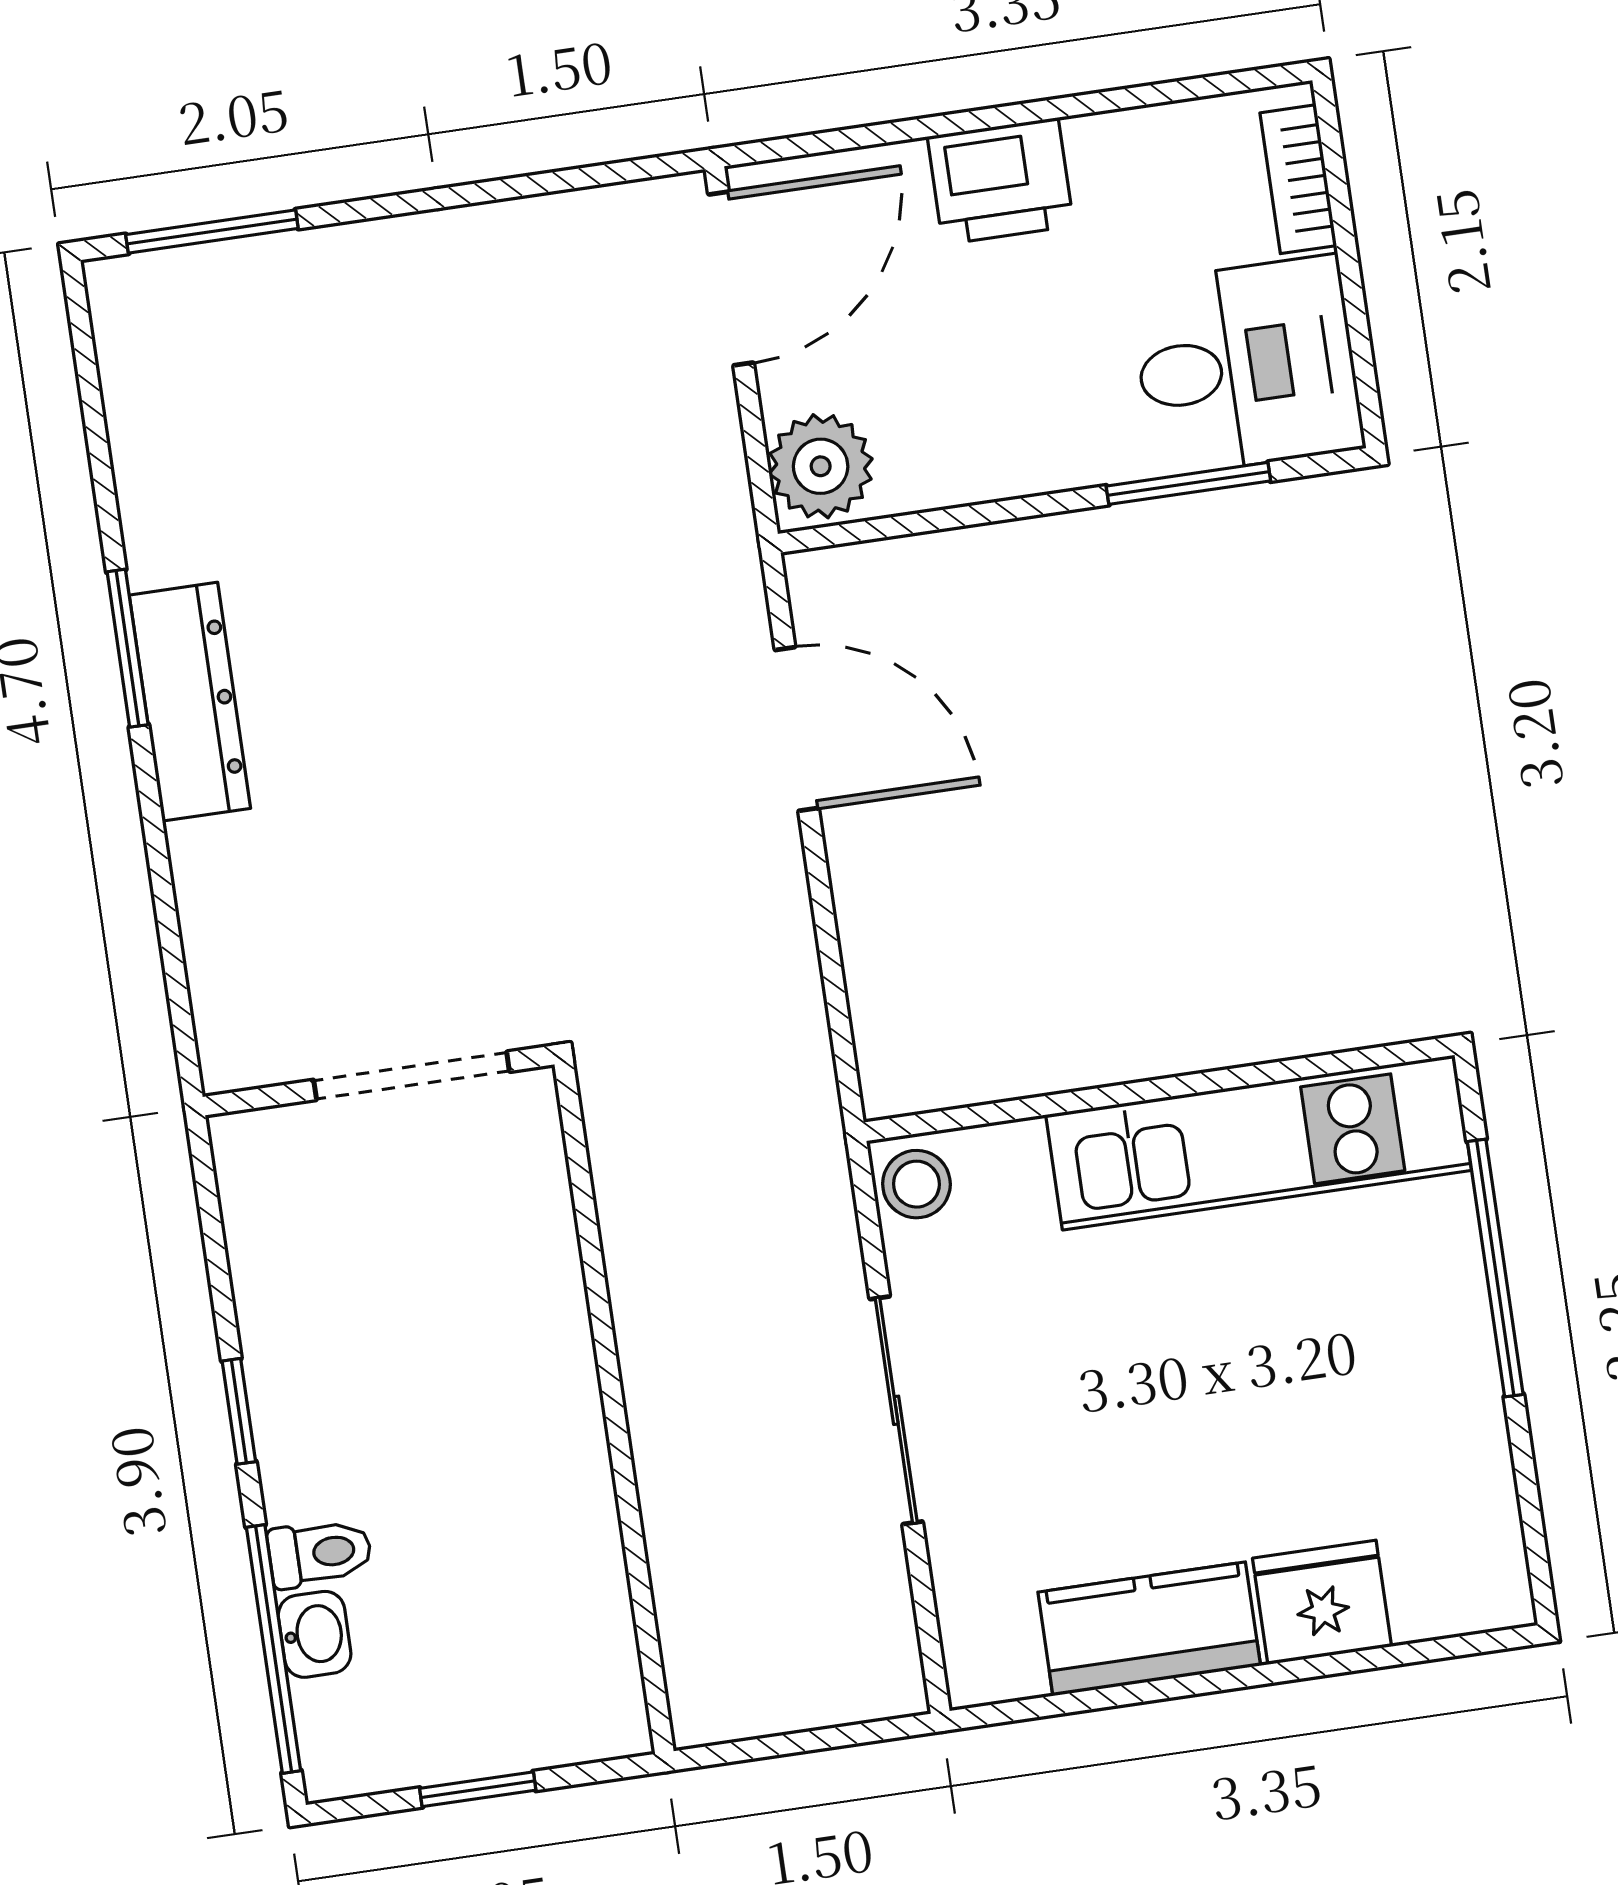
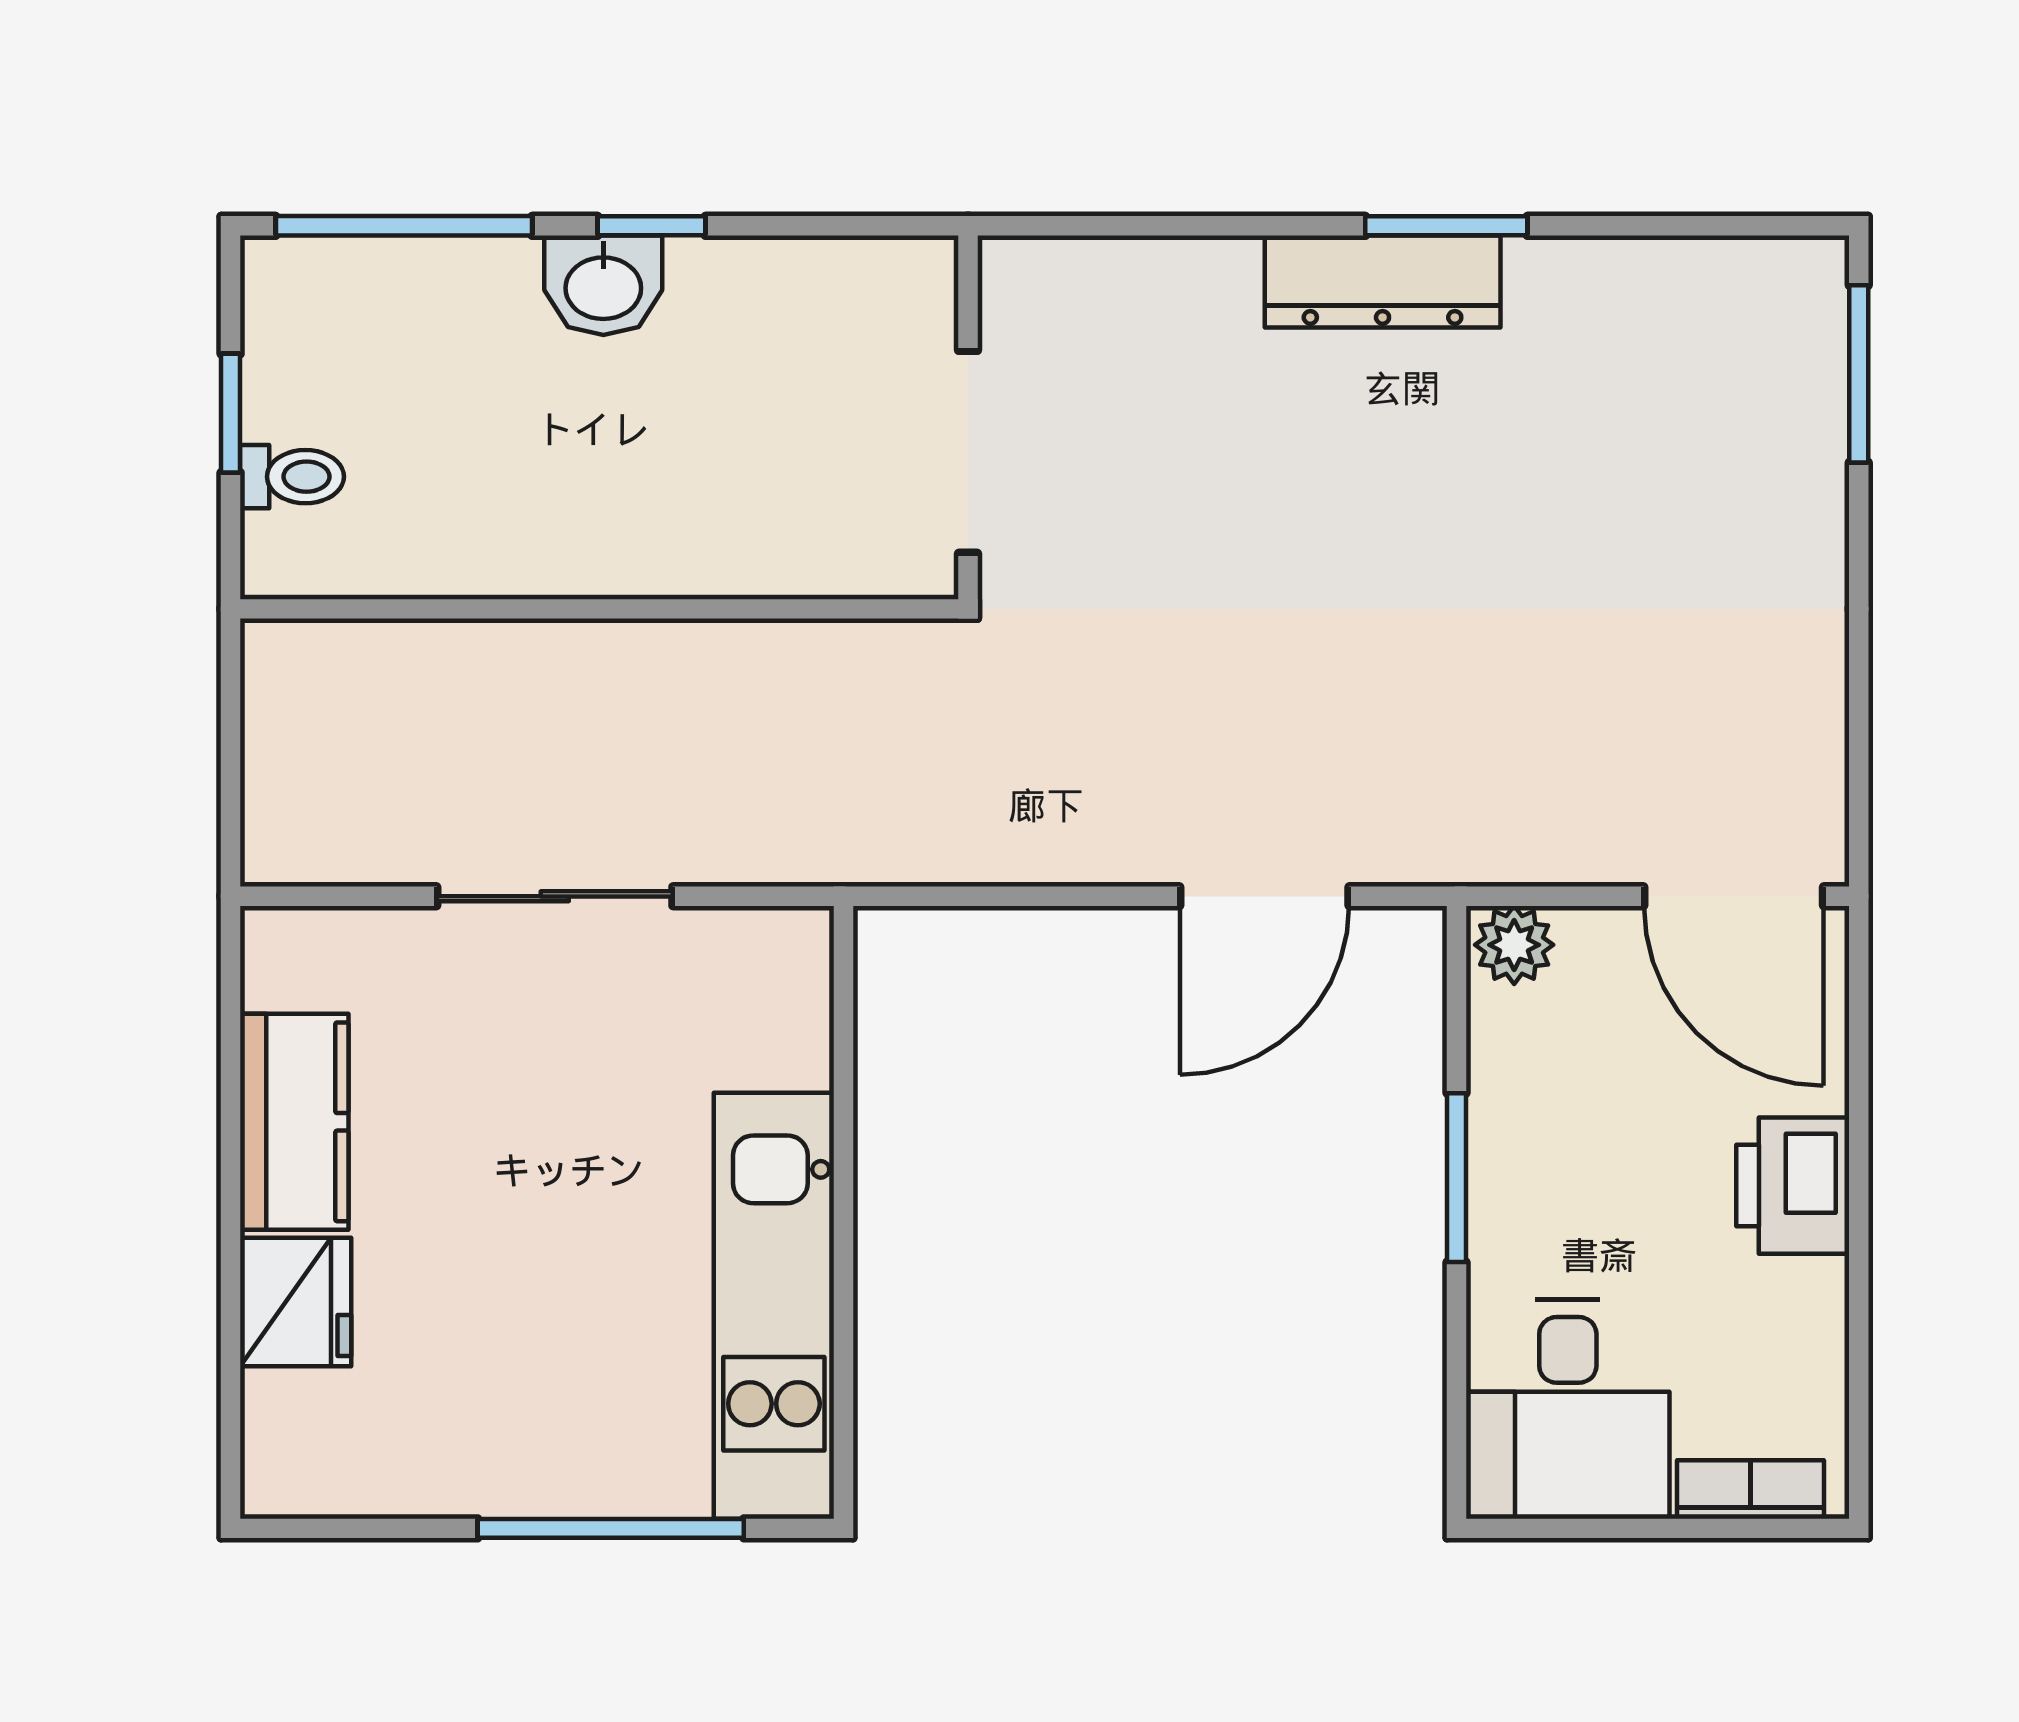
plant: (821, 466) -> (1514, 945), width x0.73, depth x0.73
window: (1188, 483) -> (1457, 1178), moved
stool: (916, 1184) -> (782, 951), removed
toilet: (320, 1553) -> (292, 477), moved, turned -90
washbasin: (315, 1634) -> (603, 285), moved, width x1.38, depth x1.45

